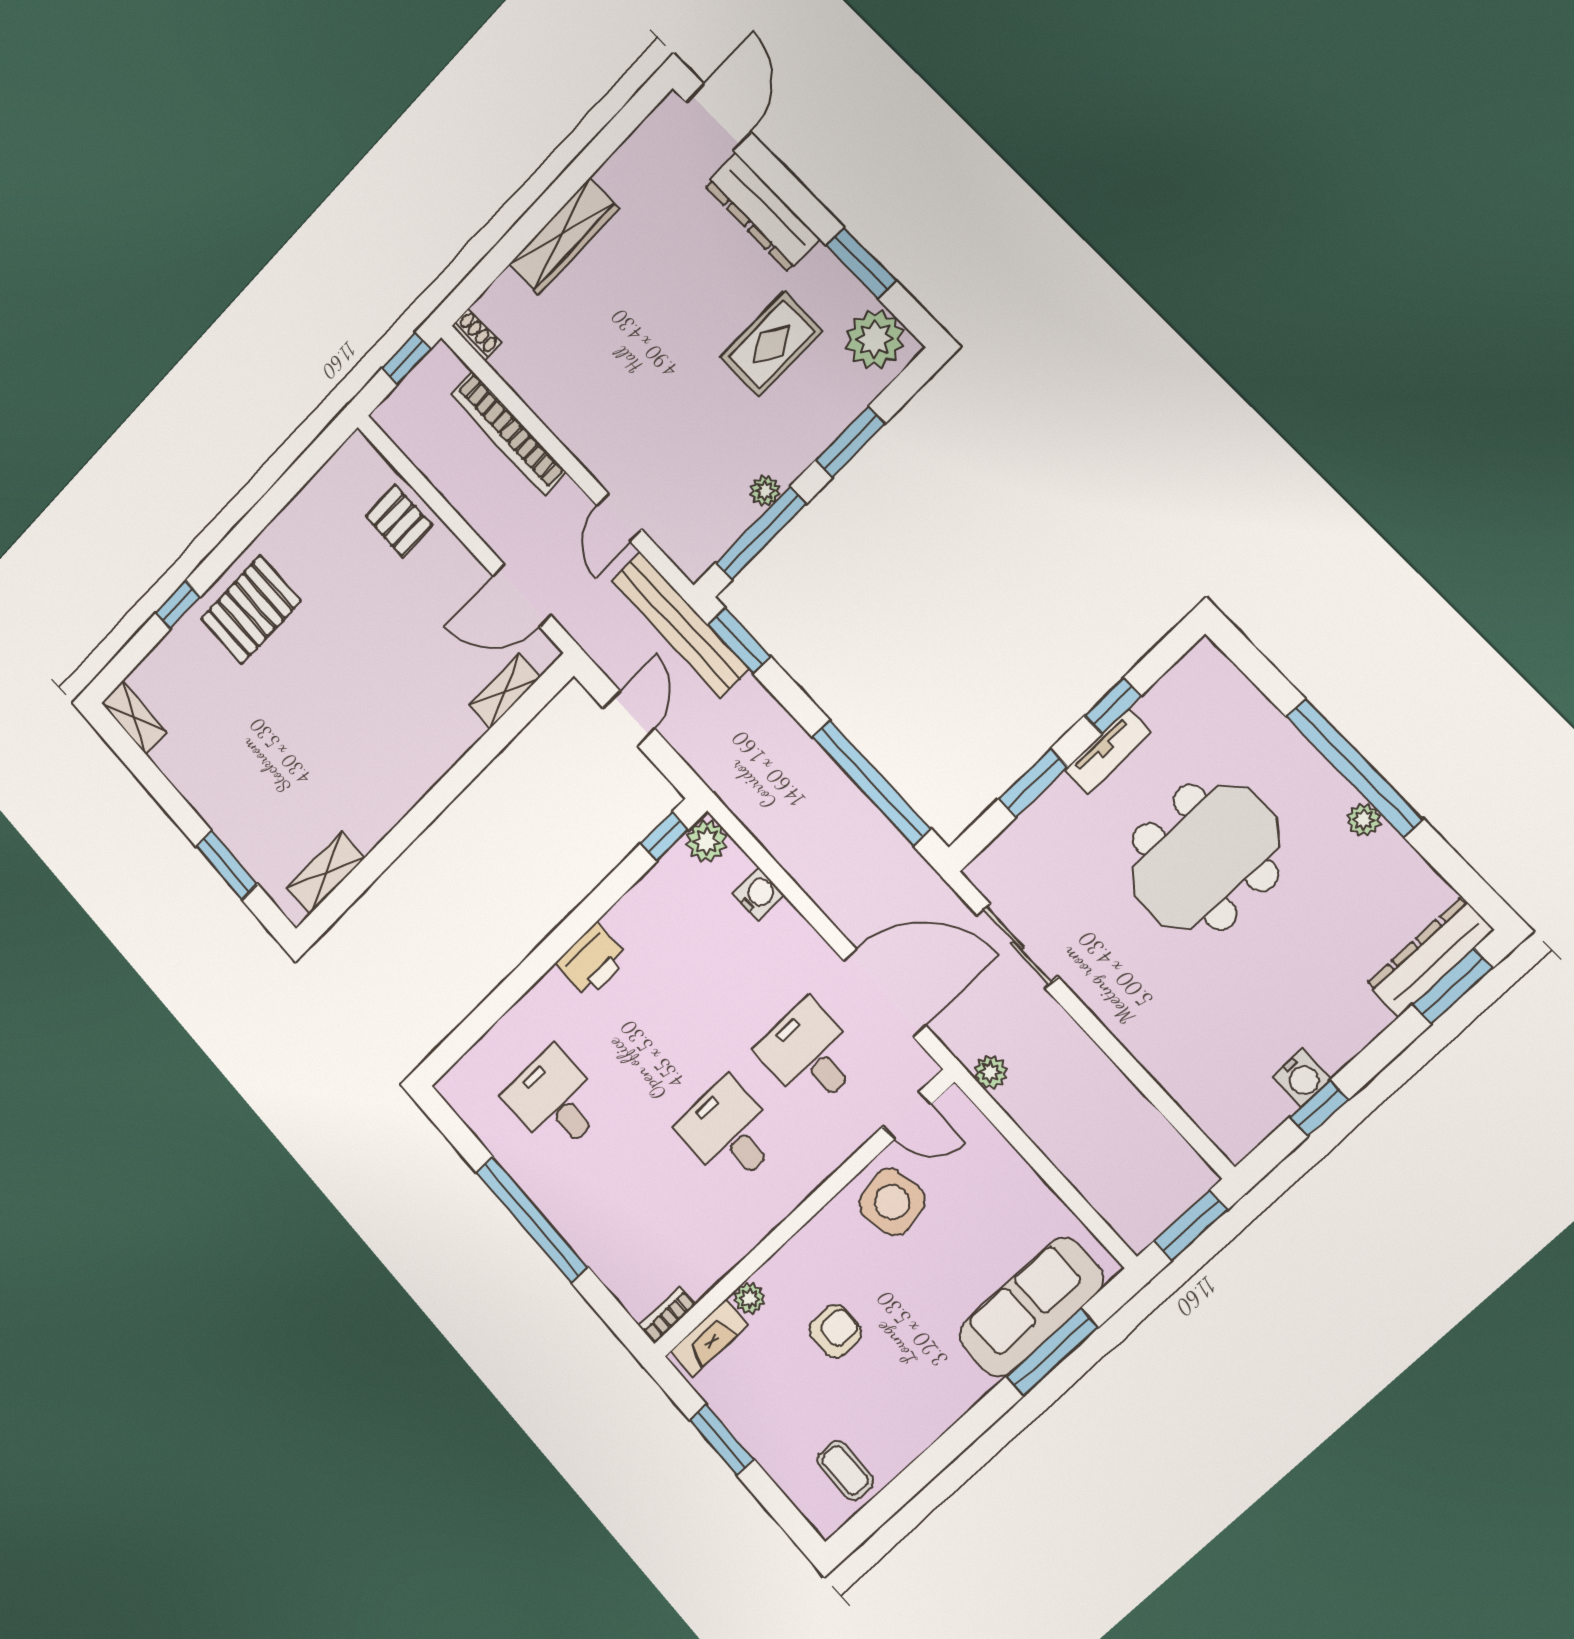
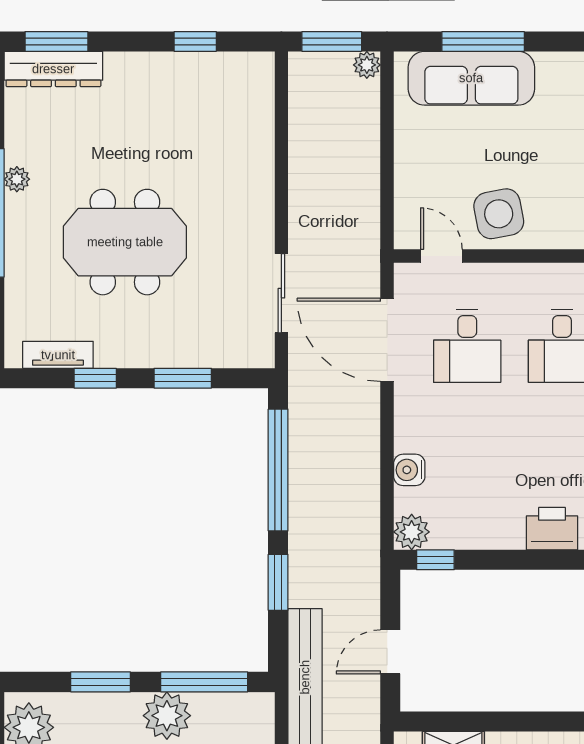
plant: (765, 491) -> (167, 716), width x1.87, depth x1.87
window: (739, 641) -> (278, 582), moved
tv unit: (1108, 751) -> (58, 355), moved
plant: (991, 1072) -> (367, 65), moved
water cooler: (1302, 1078) -> (189, 67), removed

